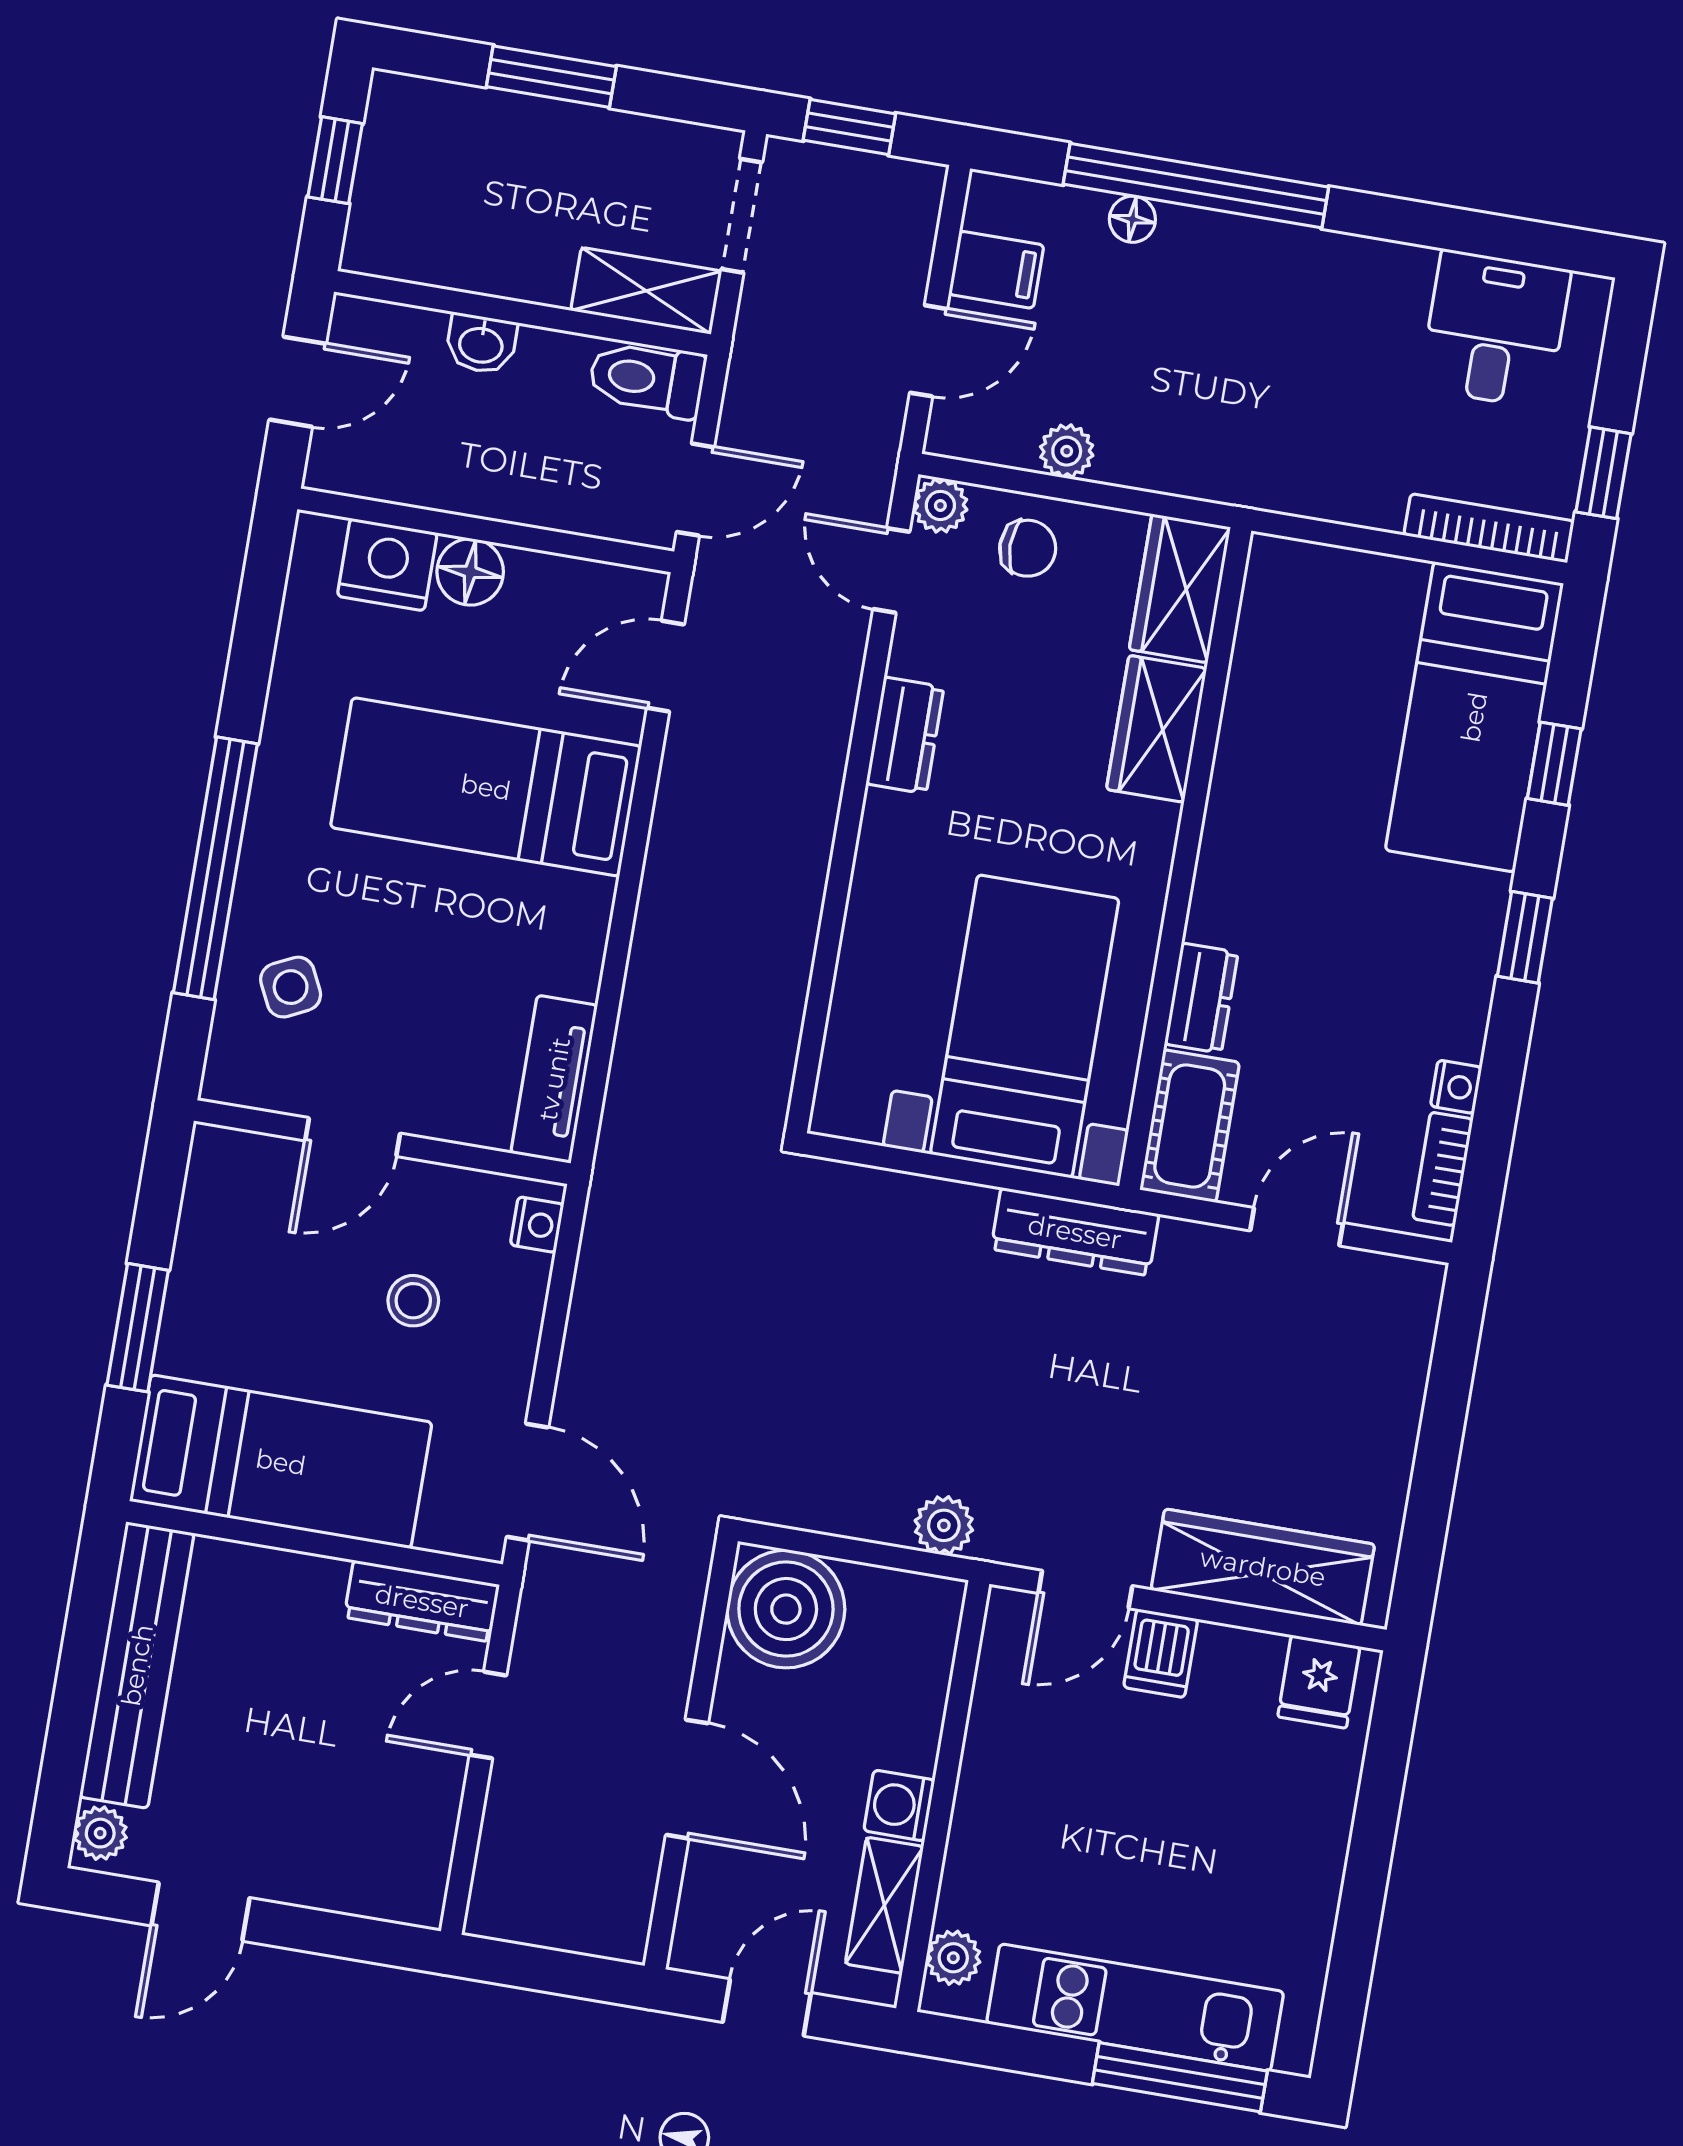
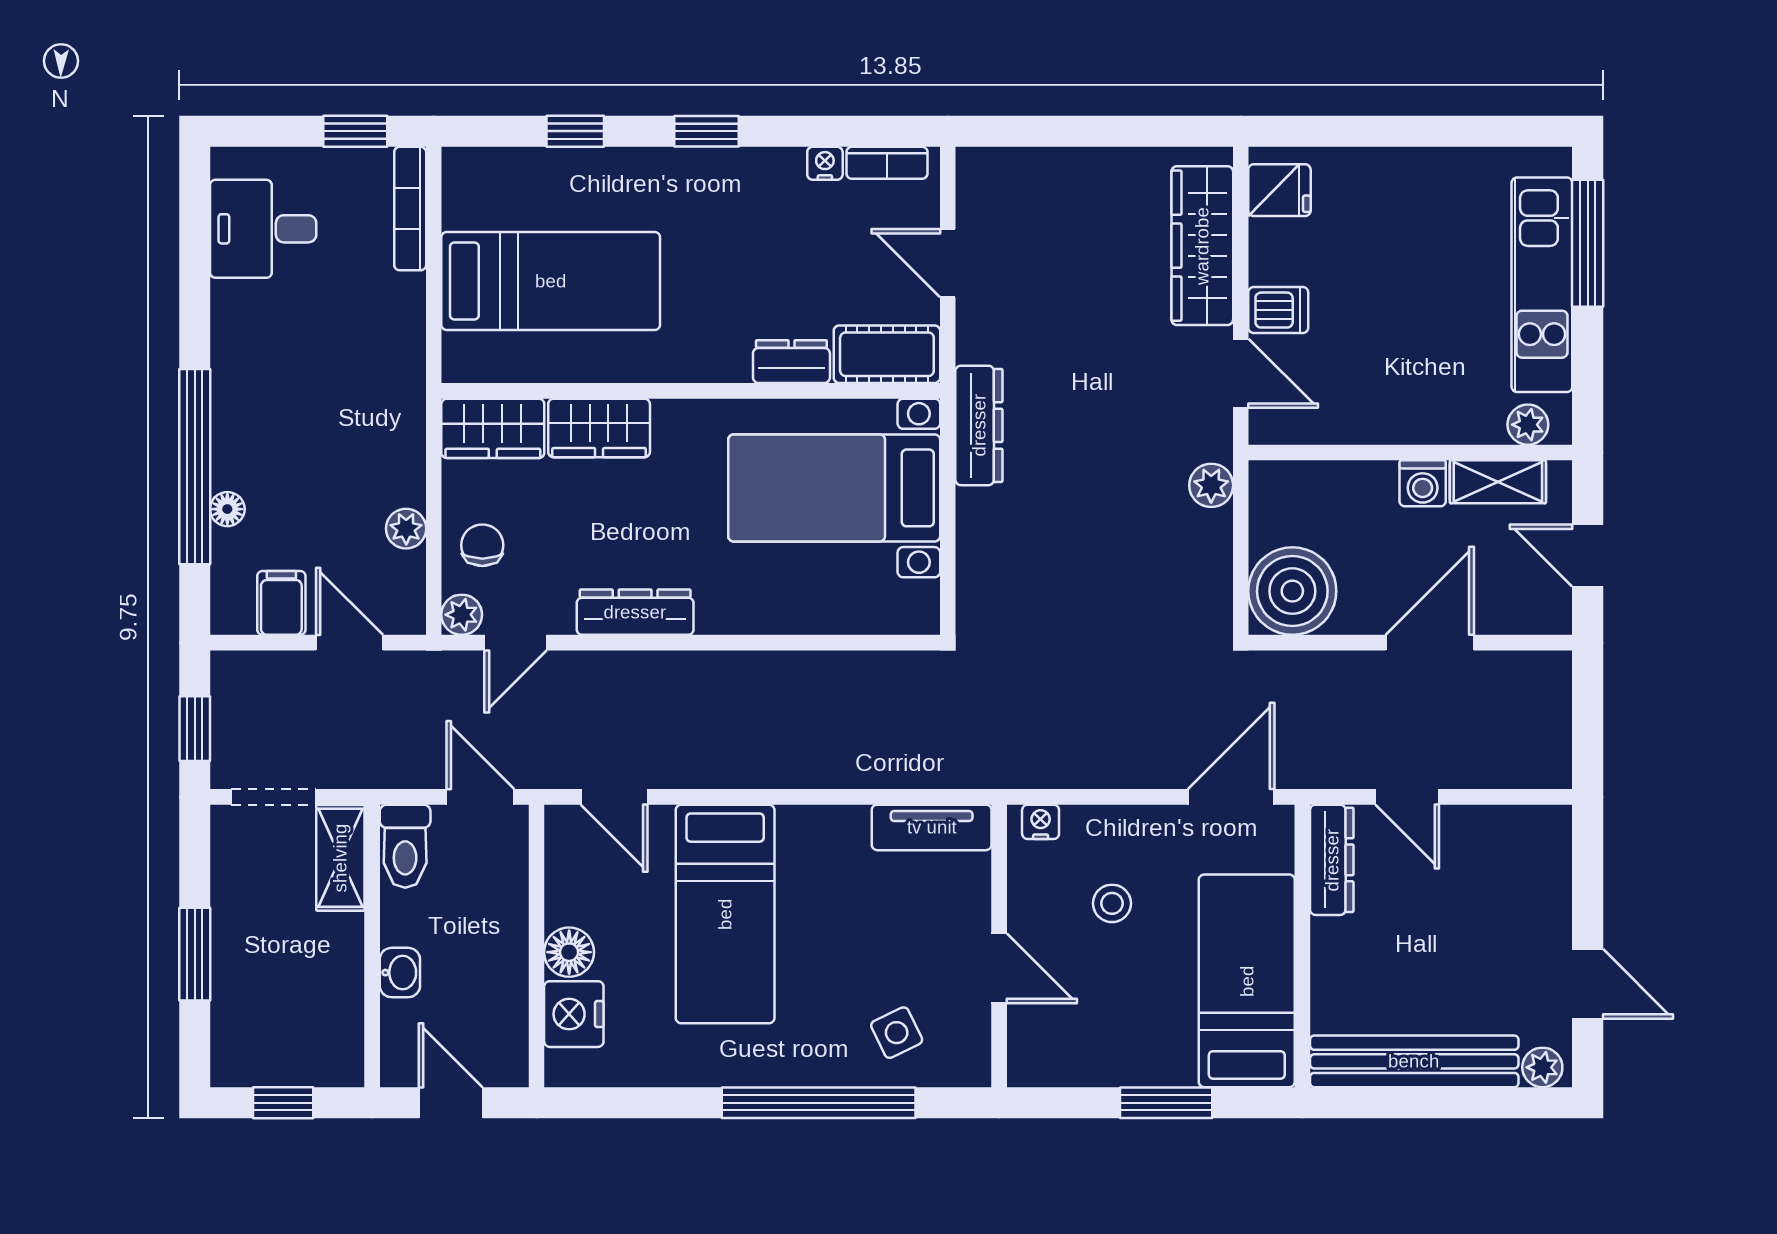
bed: (1474, 717) -> (551, 281), moved
dresser: (905, 735) -> (635, 612), width x1.44

